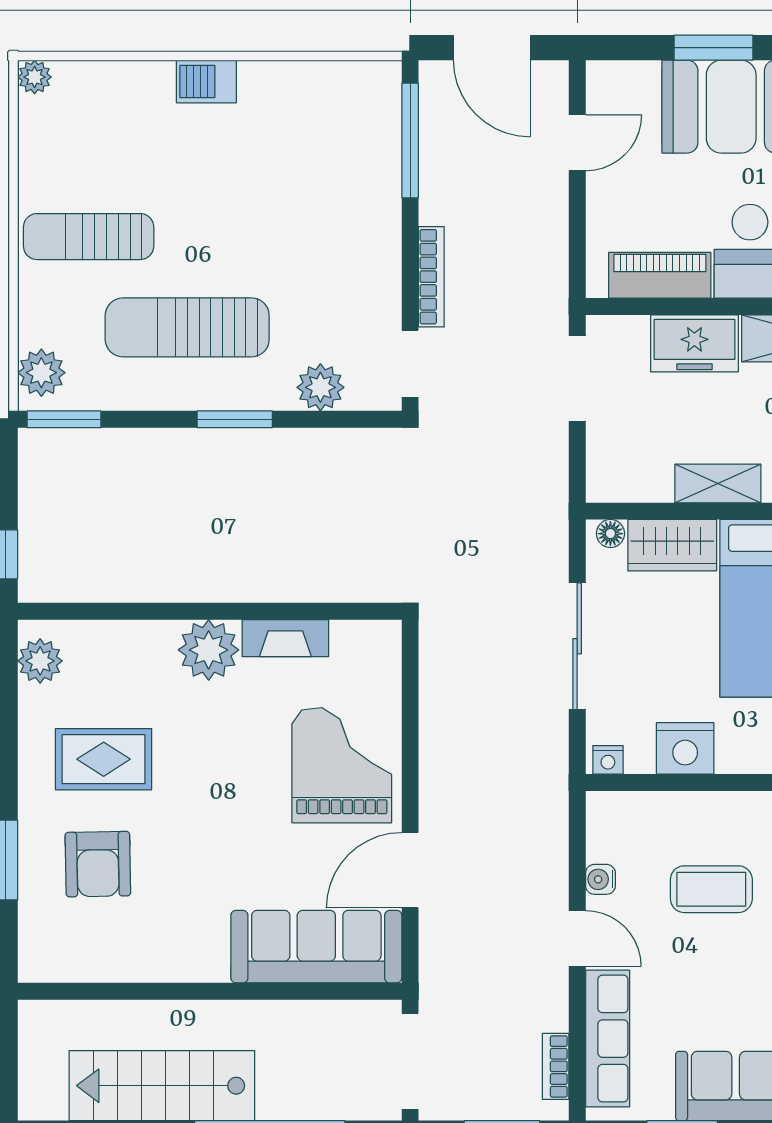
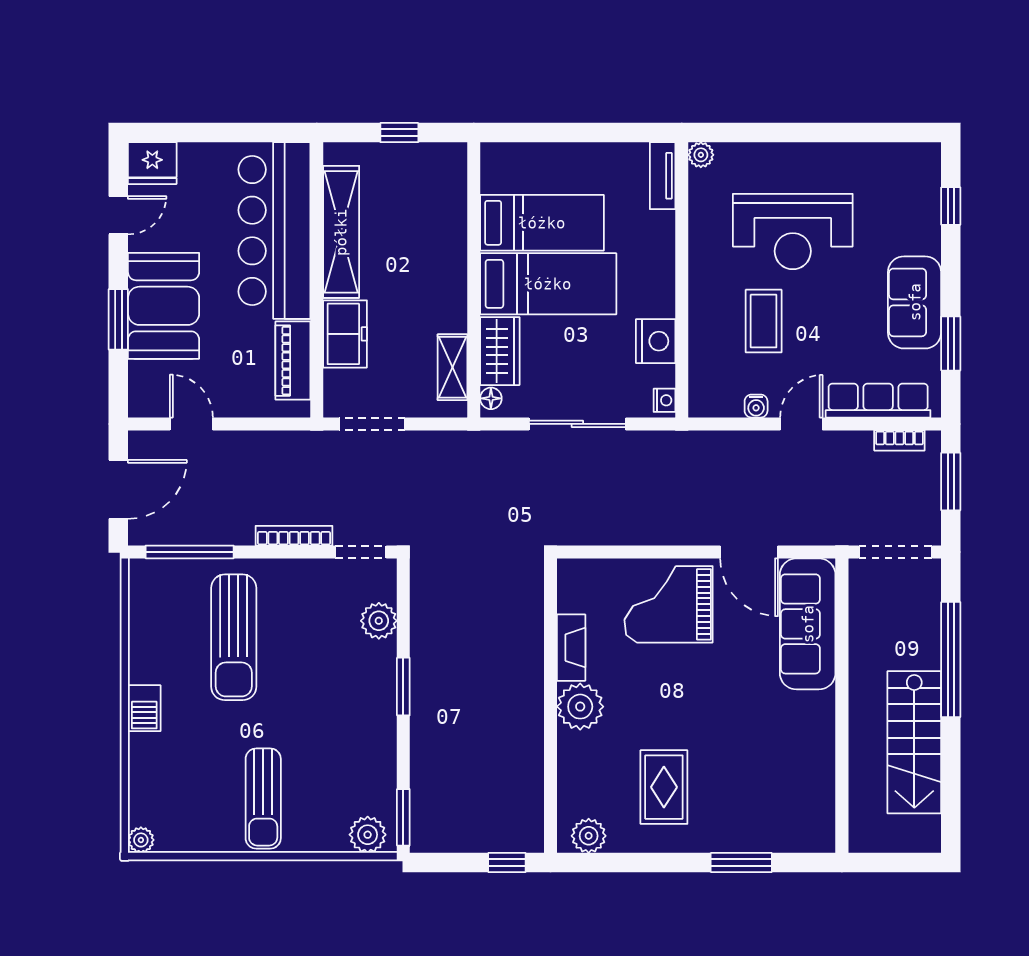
sun lounger: (187, 327) -> (234, 637), moved
shelving: (718, 483) -> (452, 367), moved
armchair: (98, 864) -> (744, 791), removed

